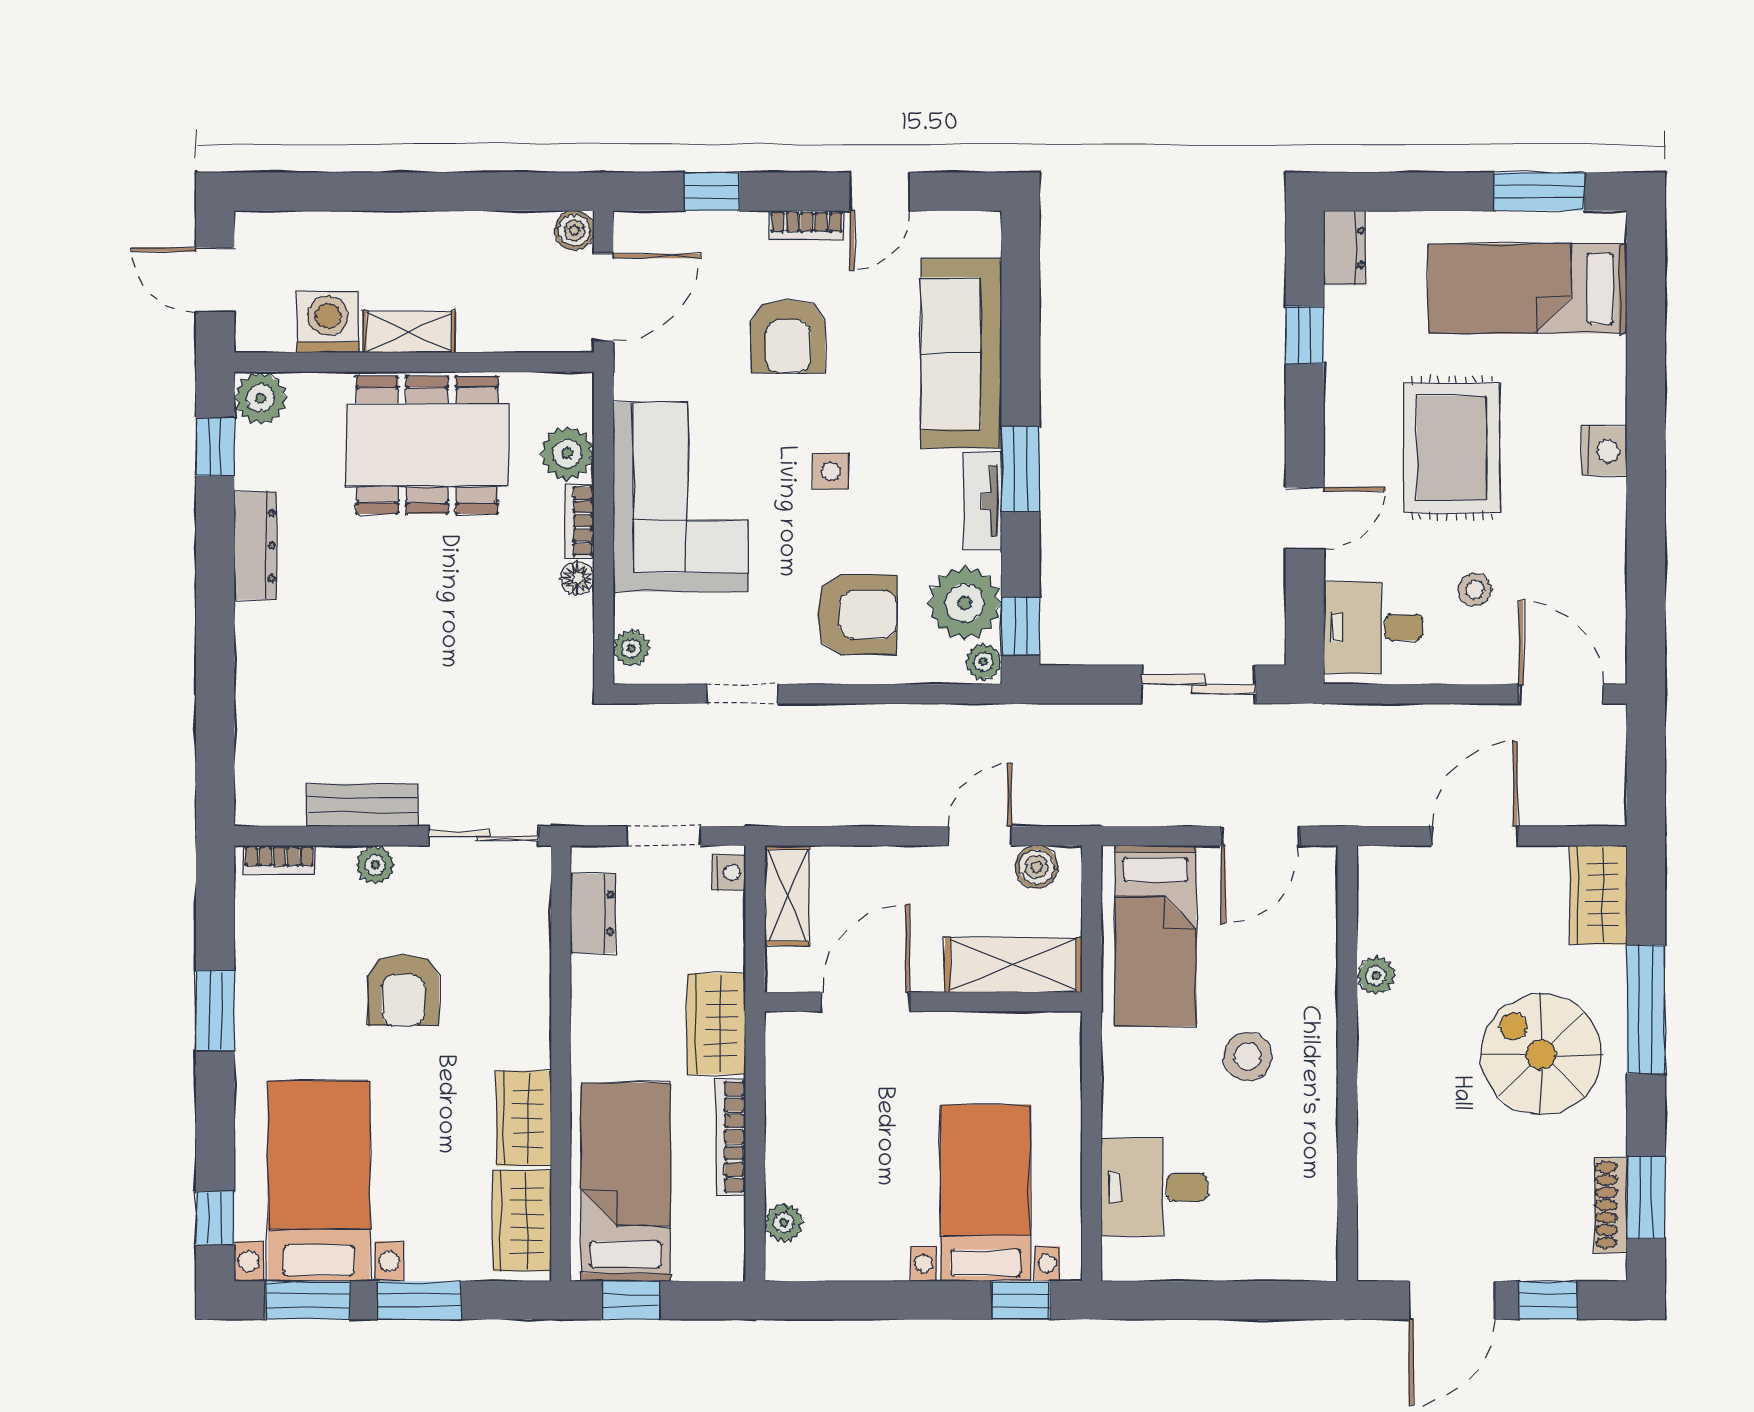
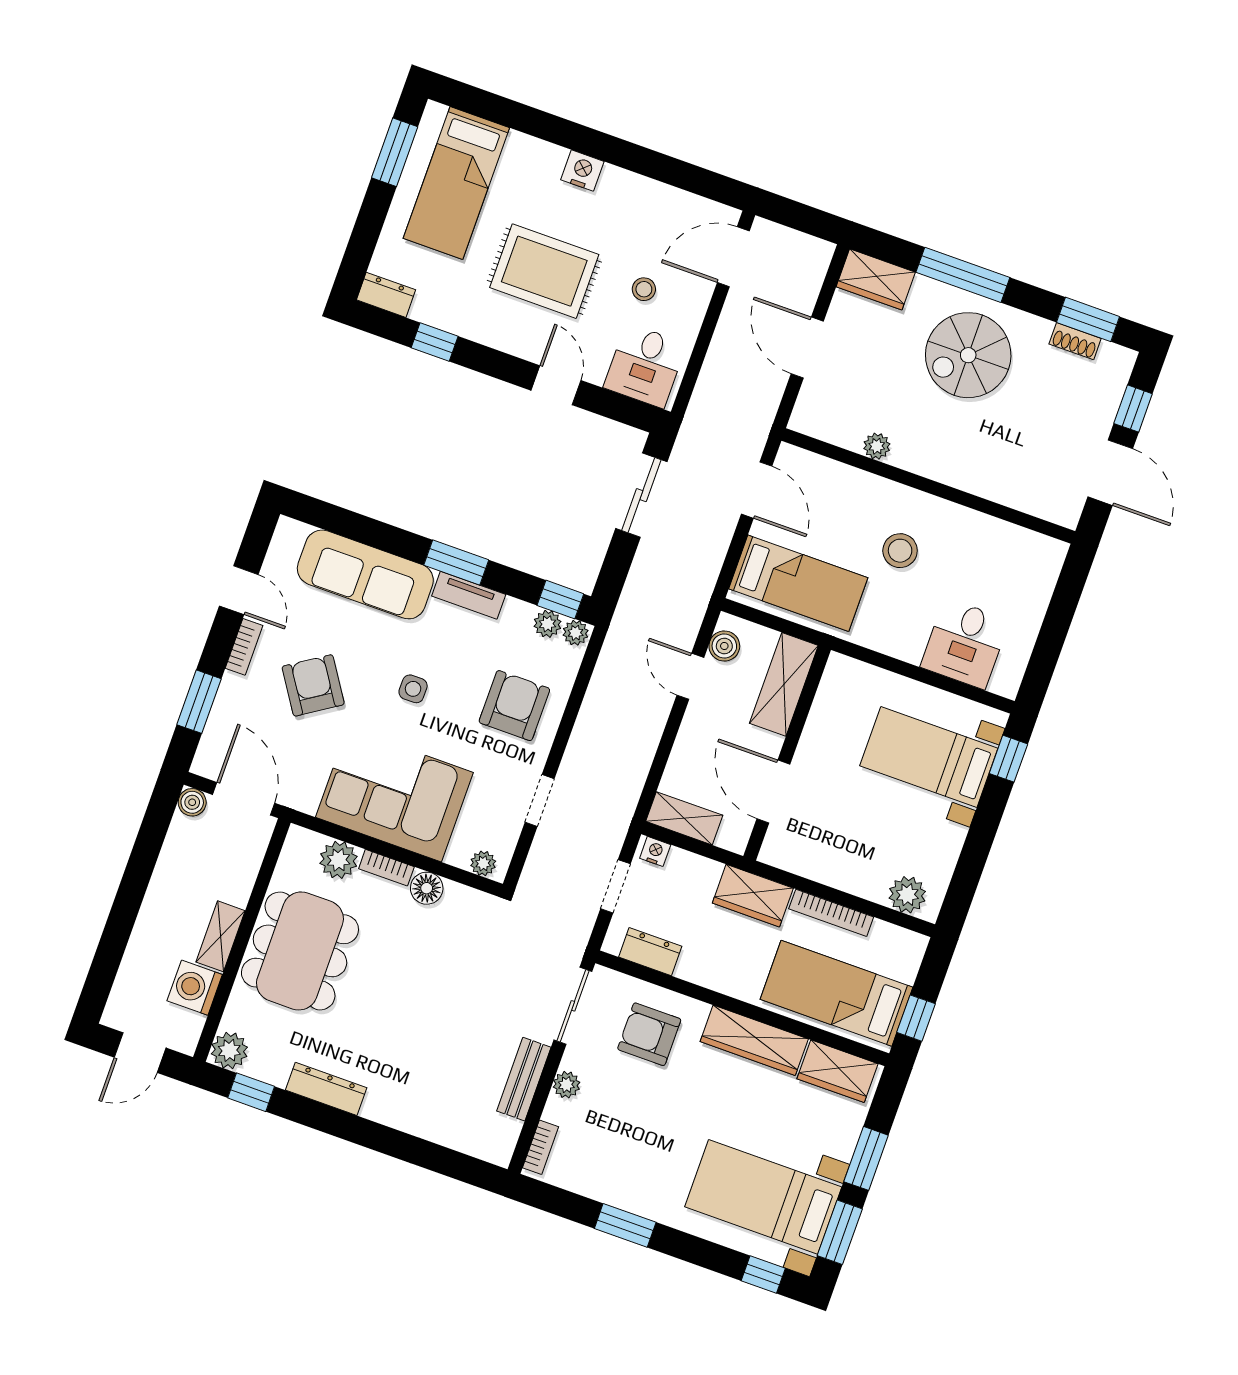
window: (712, 192) -> (199, 702), width x1.50
armchair: (788, 336) -> (313, 685), turned -123
floor lamp: (577, 578) -> (427, 888), width x1.37, depth x1.37
plant: (965, 603) -> (548, 624), width x0.53, depth x0.53
armchair: (403, 990) -> (649, 1034), moved, turned 180
wardrobe: (524, 1118) -> (754, 1040), width x1.50
shoe rack: (1611, 1205) -> (1075, 341), width x0.70
plant: (784, 1223) -> (907, 895), width x1.38, depth x1.38

